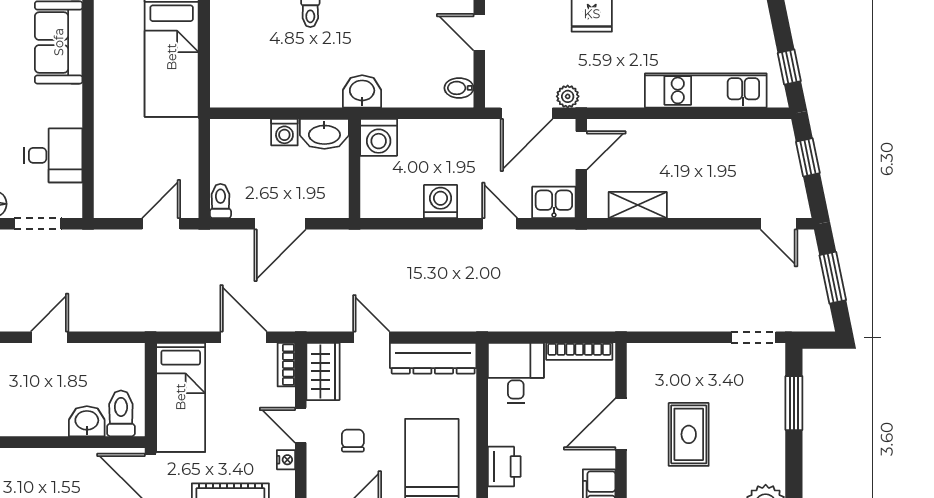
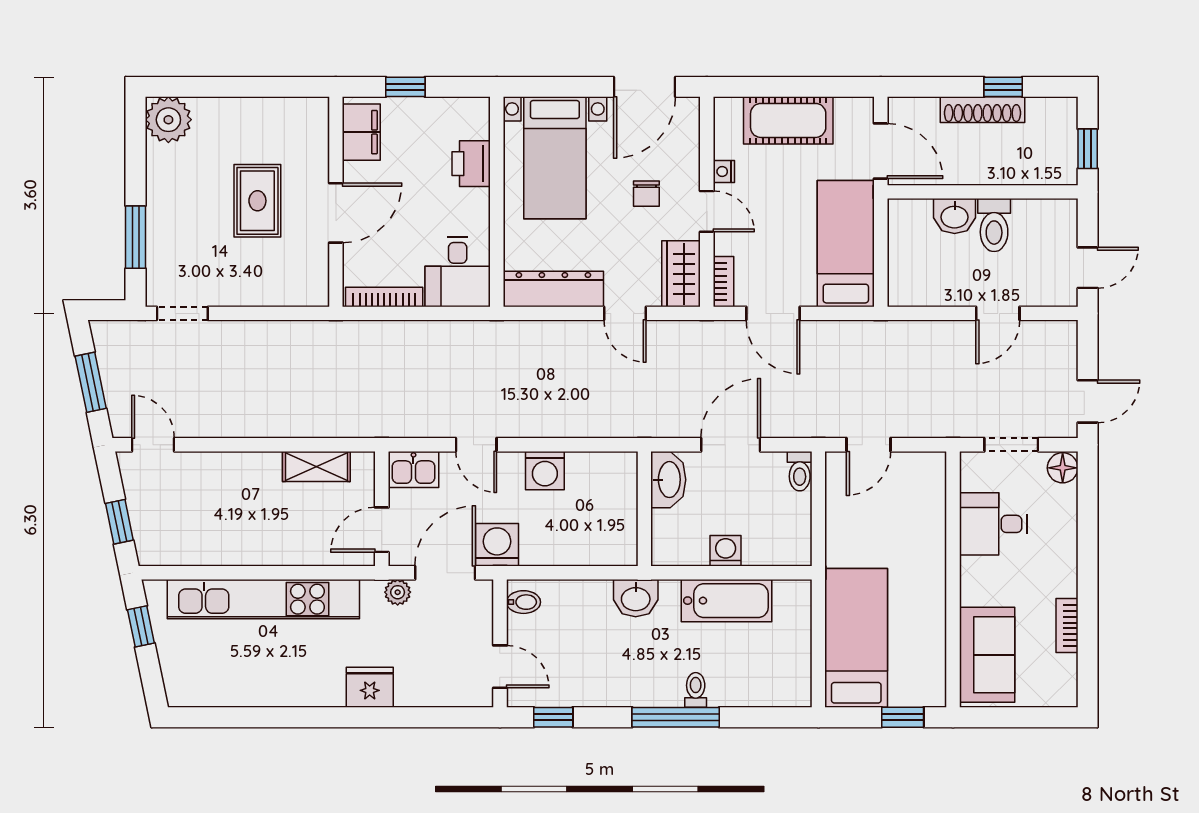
bathtub: (284, 89) -> (726, 601), added
kitchen unit: (706, 90) -> (263, 599), width x1.36
washbasin: (324, 134) -> (668, 480), moved, turned 90
washing machine: (379, 137) -> (497, 545), moved
toilet: (121, 413) -> (994, 225), moved

